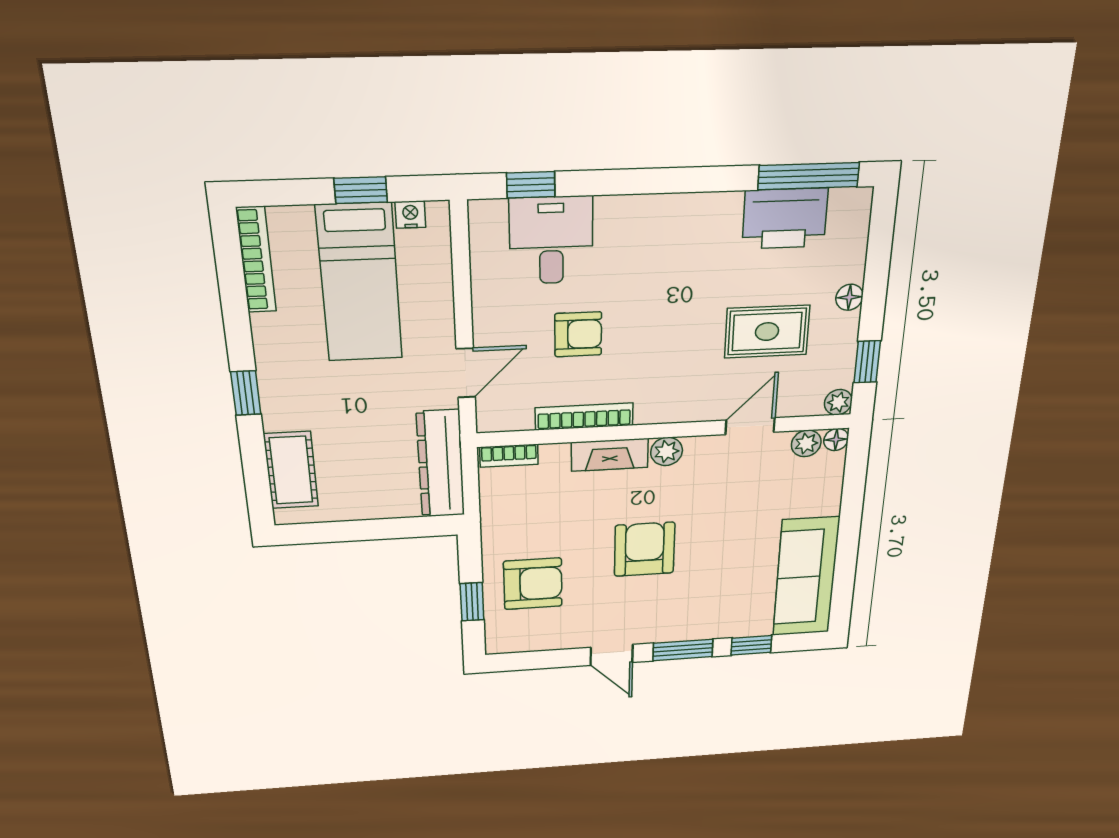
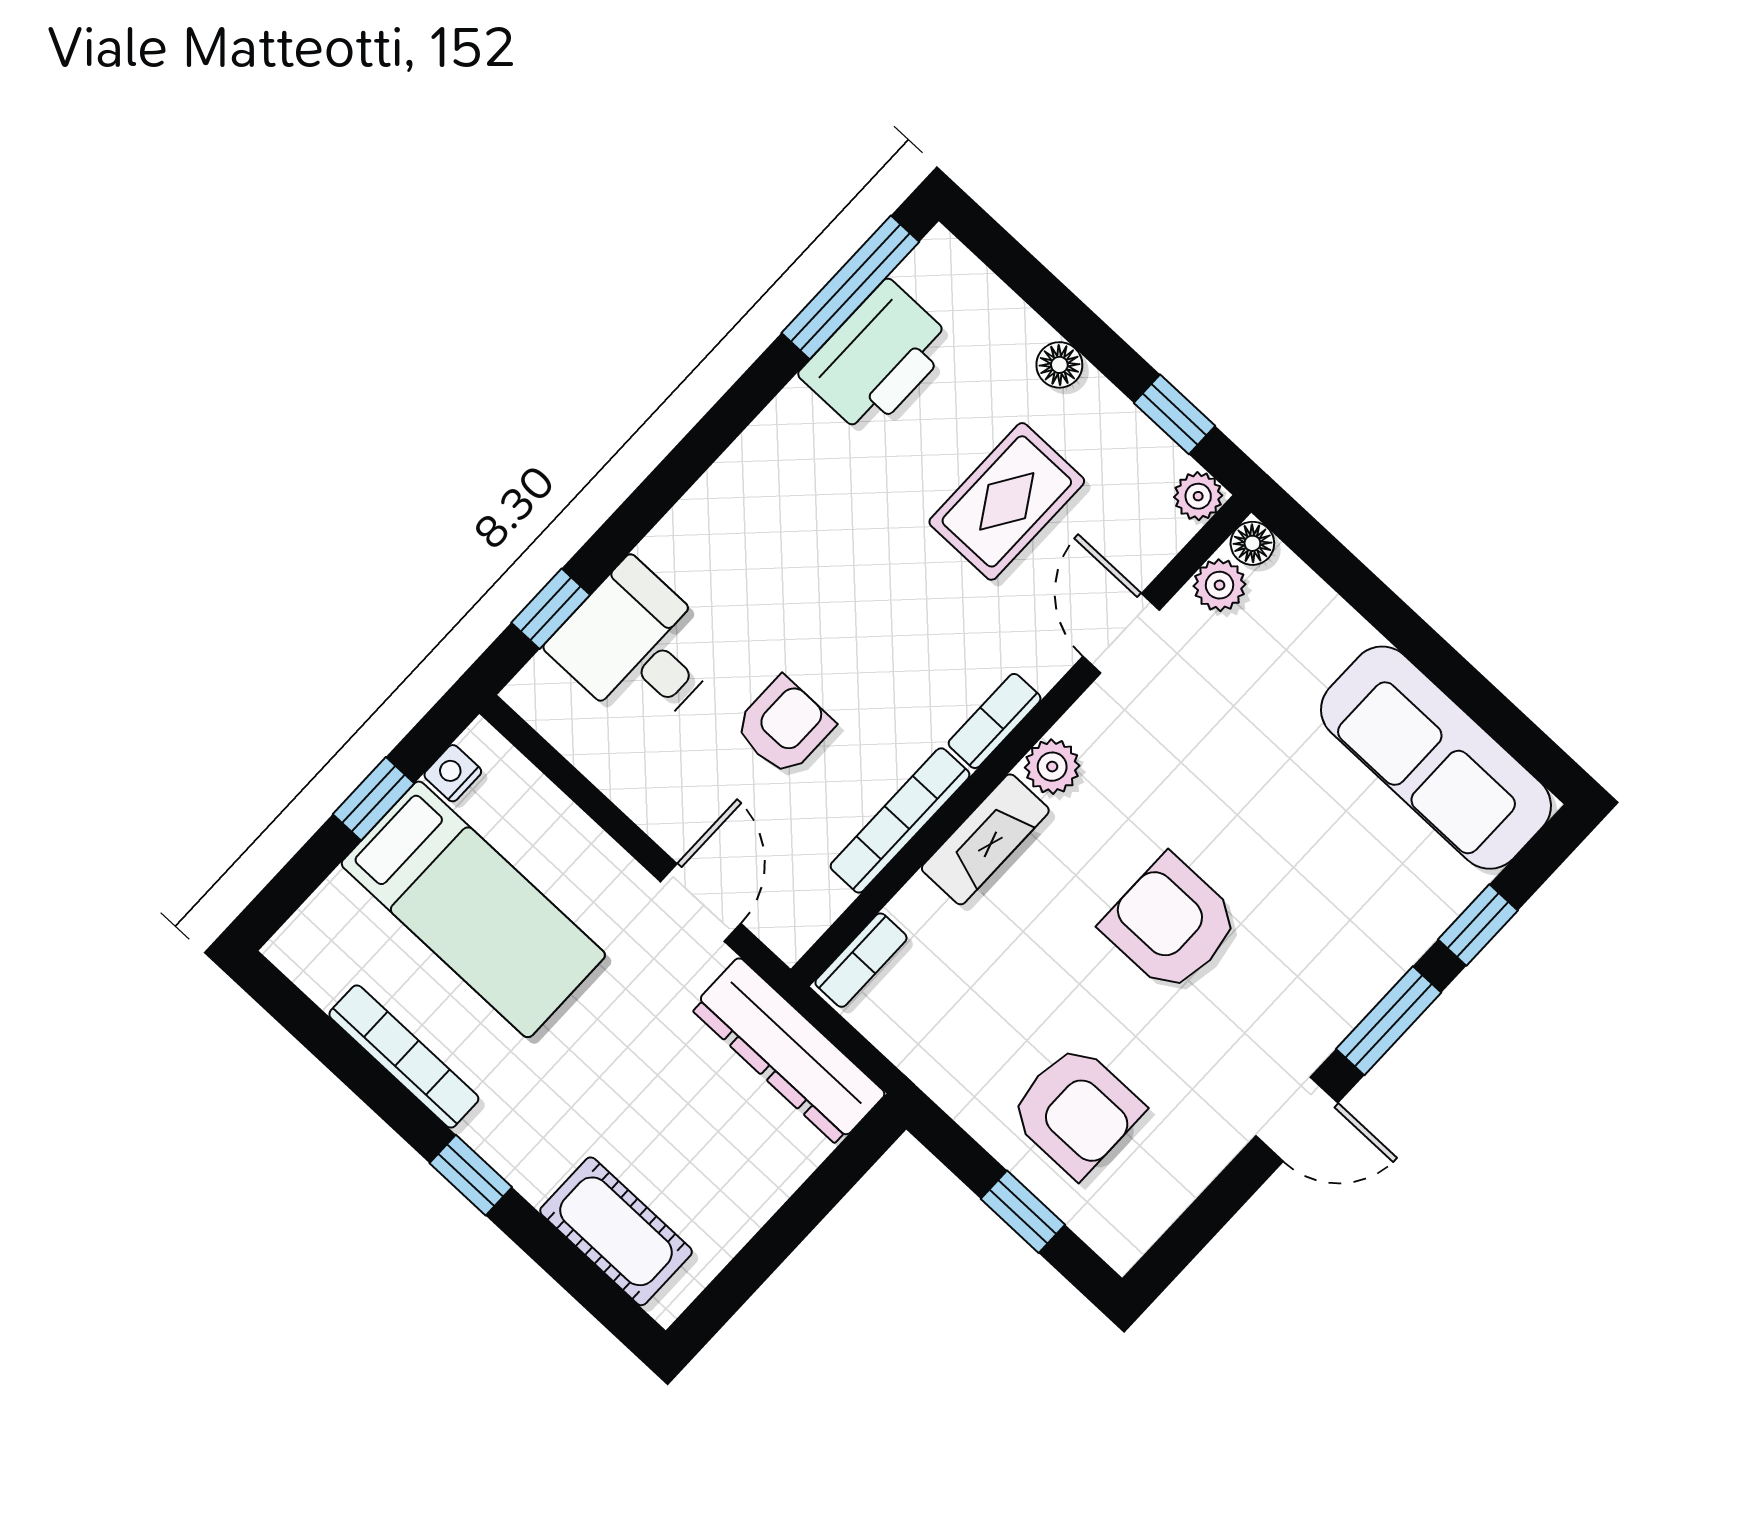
bookcase: (256, 260) -> (404, 1057), moved
bookcase: (664, 413) -> (995, 721), added
armchair: (533, 584) -> (1076, 1111), turned 90

